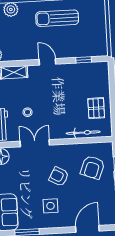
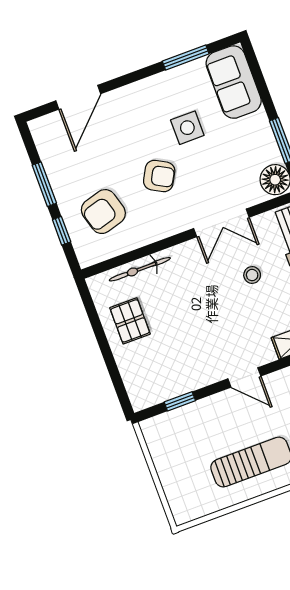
armchair: (93, 167) -> (103, 212), turned -127
side table: (50, 206) -> (187, 128), moved

